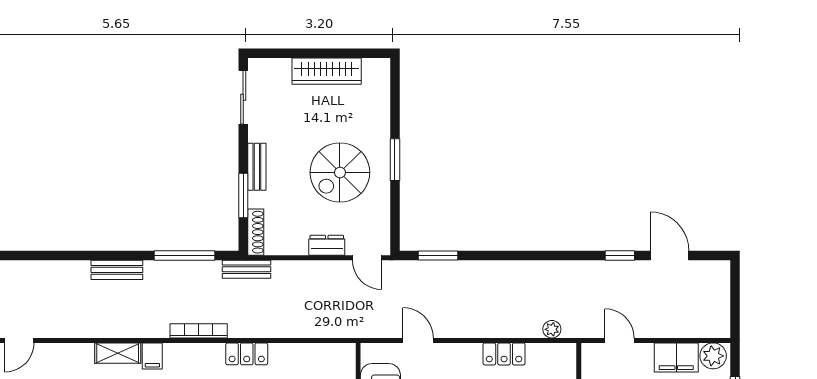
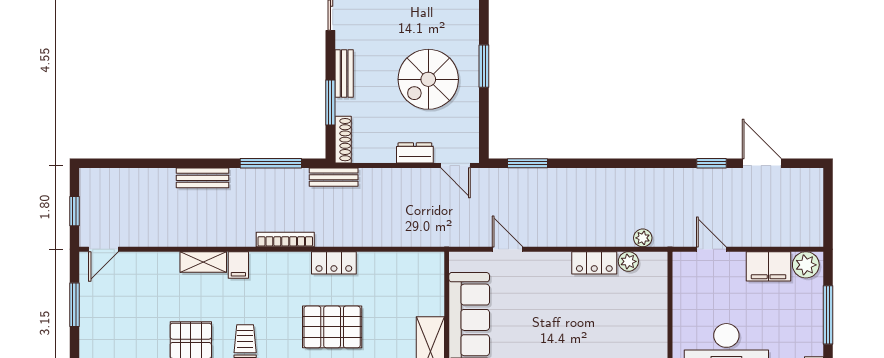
plant: (538, 353) -> (628, 261), added

